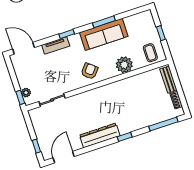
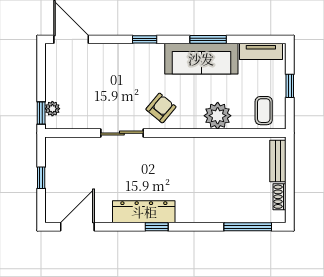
tv unit: (56, 46) -> (261, 51), moved
sliding door: (52, 100) -> (122, 133), moved
window: (125, 137) -> (157, 227), moved
window: (36, 146) -> (41, 178), moved

